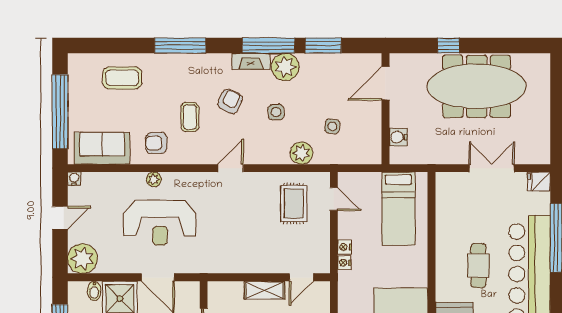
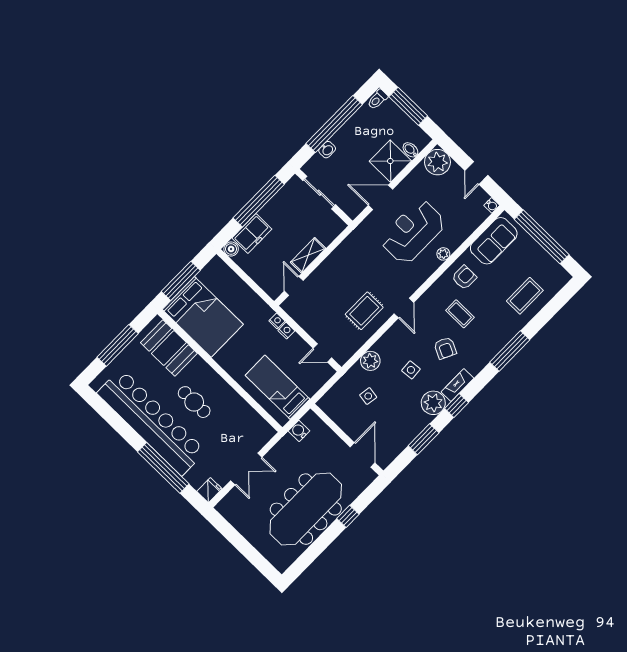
window: (268, 46) -> (457, 405), width x0.46
water cooler: (398, 137) -> (299, 431), moved, turned -90
rug: (294, 204) -> (364, 311), moved, turned 90

